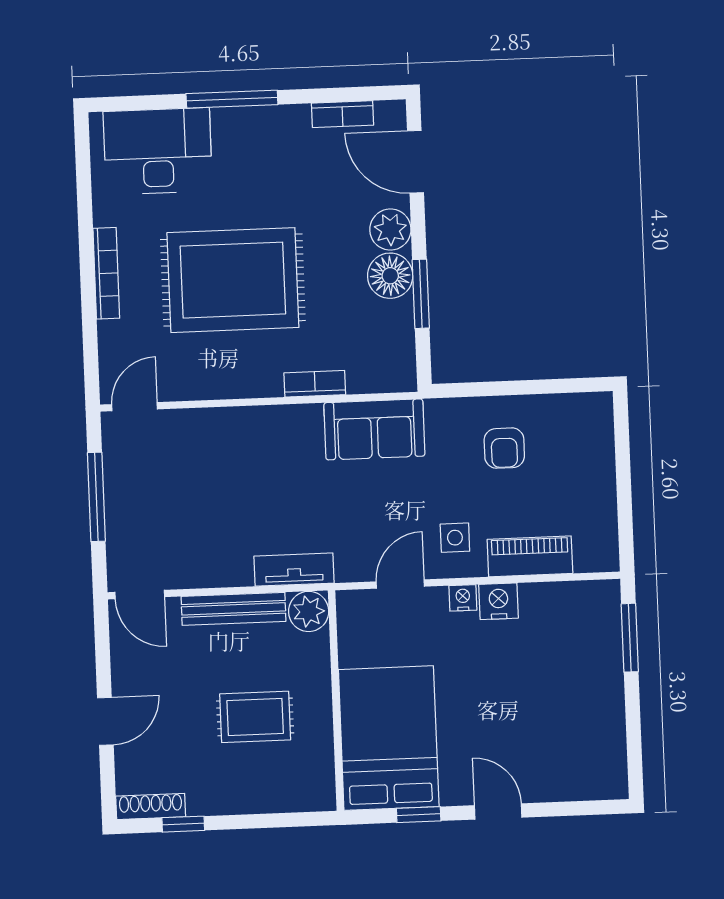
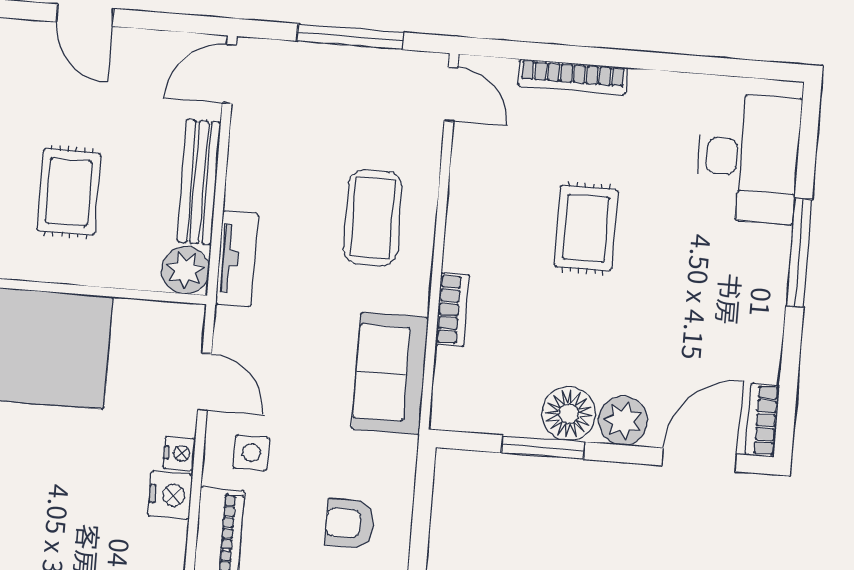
bookcase: (342, 114) -> (762, 420), moved
bookcase: (106, 273) -> (573, 77), moved
rug: (233, 280) -> (586, 228), width x0.54, depth x0.49
coffee table: (246, 460) -> (373, 218), added

